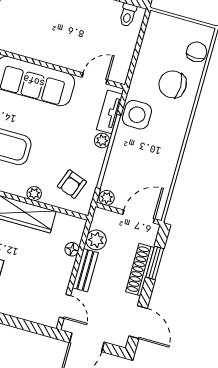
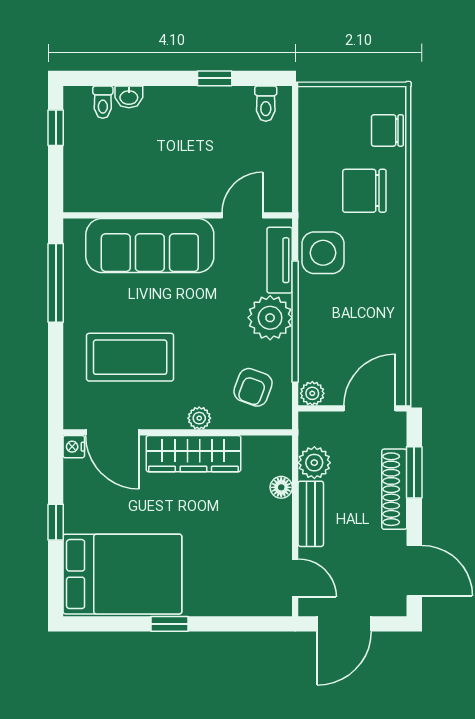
chair: (197, 52) -> (387, 130), turned -90
plant: (102, 140) -> (270, 318), width x1.88, depth x1.88

